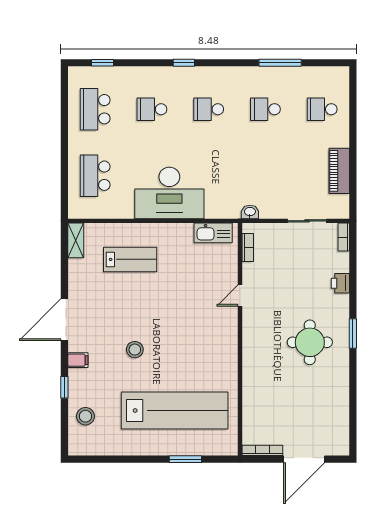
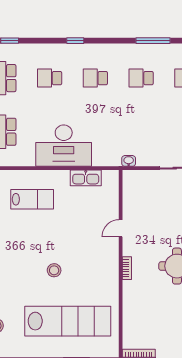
kitchen sink: (213, 233) -> (86, 178), moved
bookcase: (248, 248) -> (127, 268), moved
stool: (135, 350) -> (54, 270), moved

